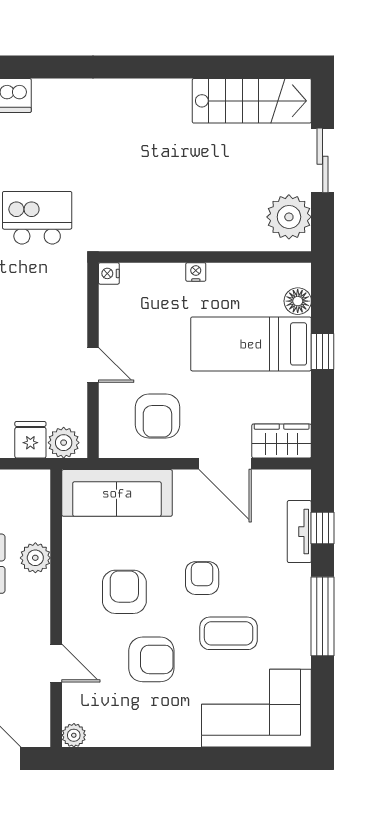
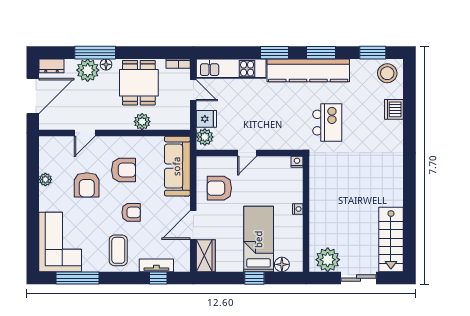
window: (323, 616) -> (78, 278), moved
coffee table: (229, 633) -> (118, 250), moved
plant: (74, 735) -> (45, 179), moved

